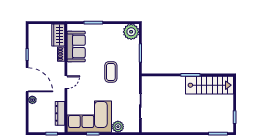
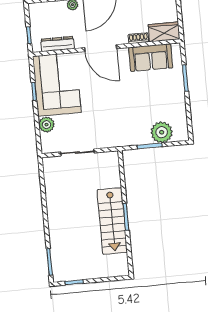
plant: (131, 32) -> (162, 132), moved
coffee table: (111, 72) -> (120, 108), removed
door: (66, 82) -> (101, 48), width x1.88
stairs: (209, 85) -> (112, 221), moved

